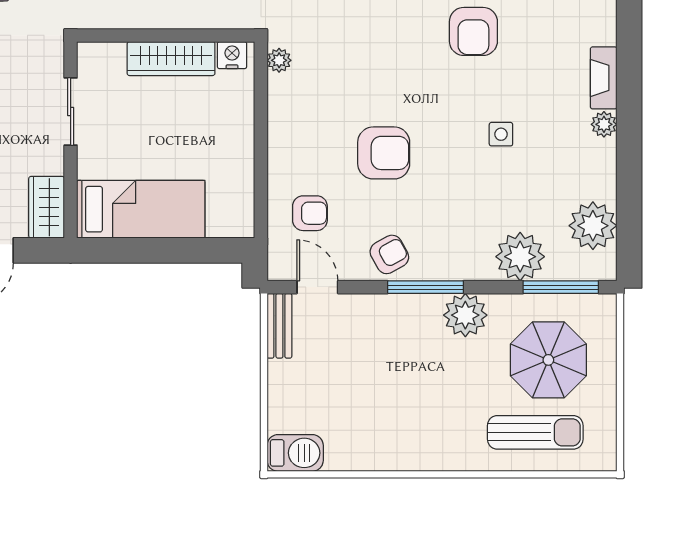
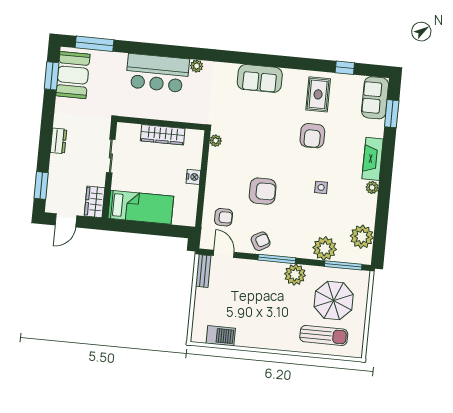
nightstand: (232, 55) -> (193, 177), moved, turned 90
fireplace: (604, 78) -> (373, 159), width x1.37, depth x1.32
barbecue: (295, 453) -> (221, 336), moved

